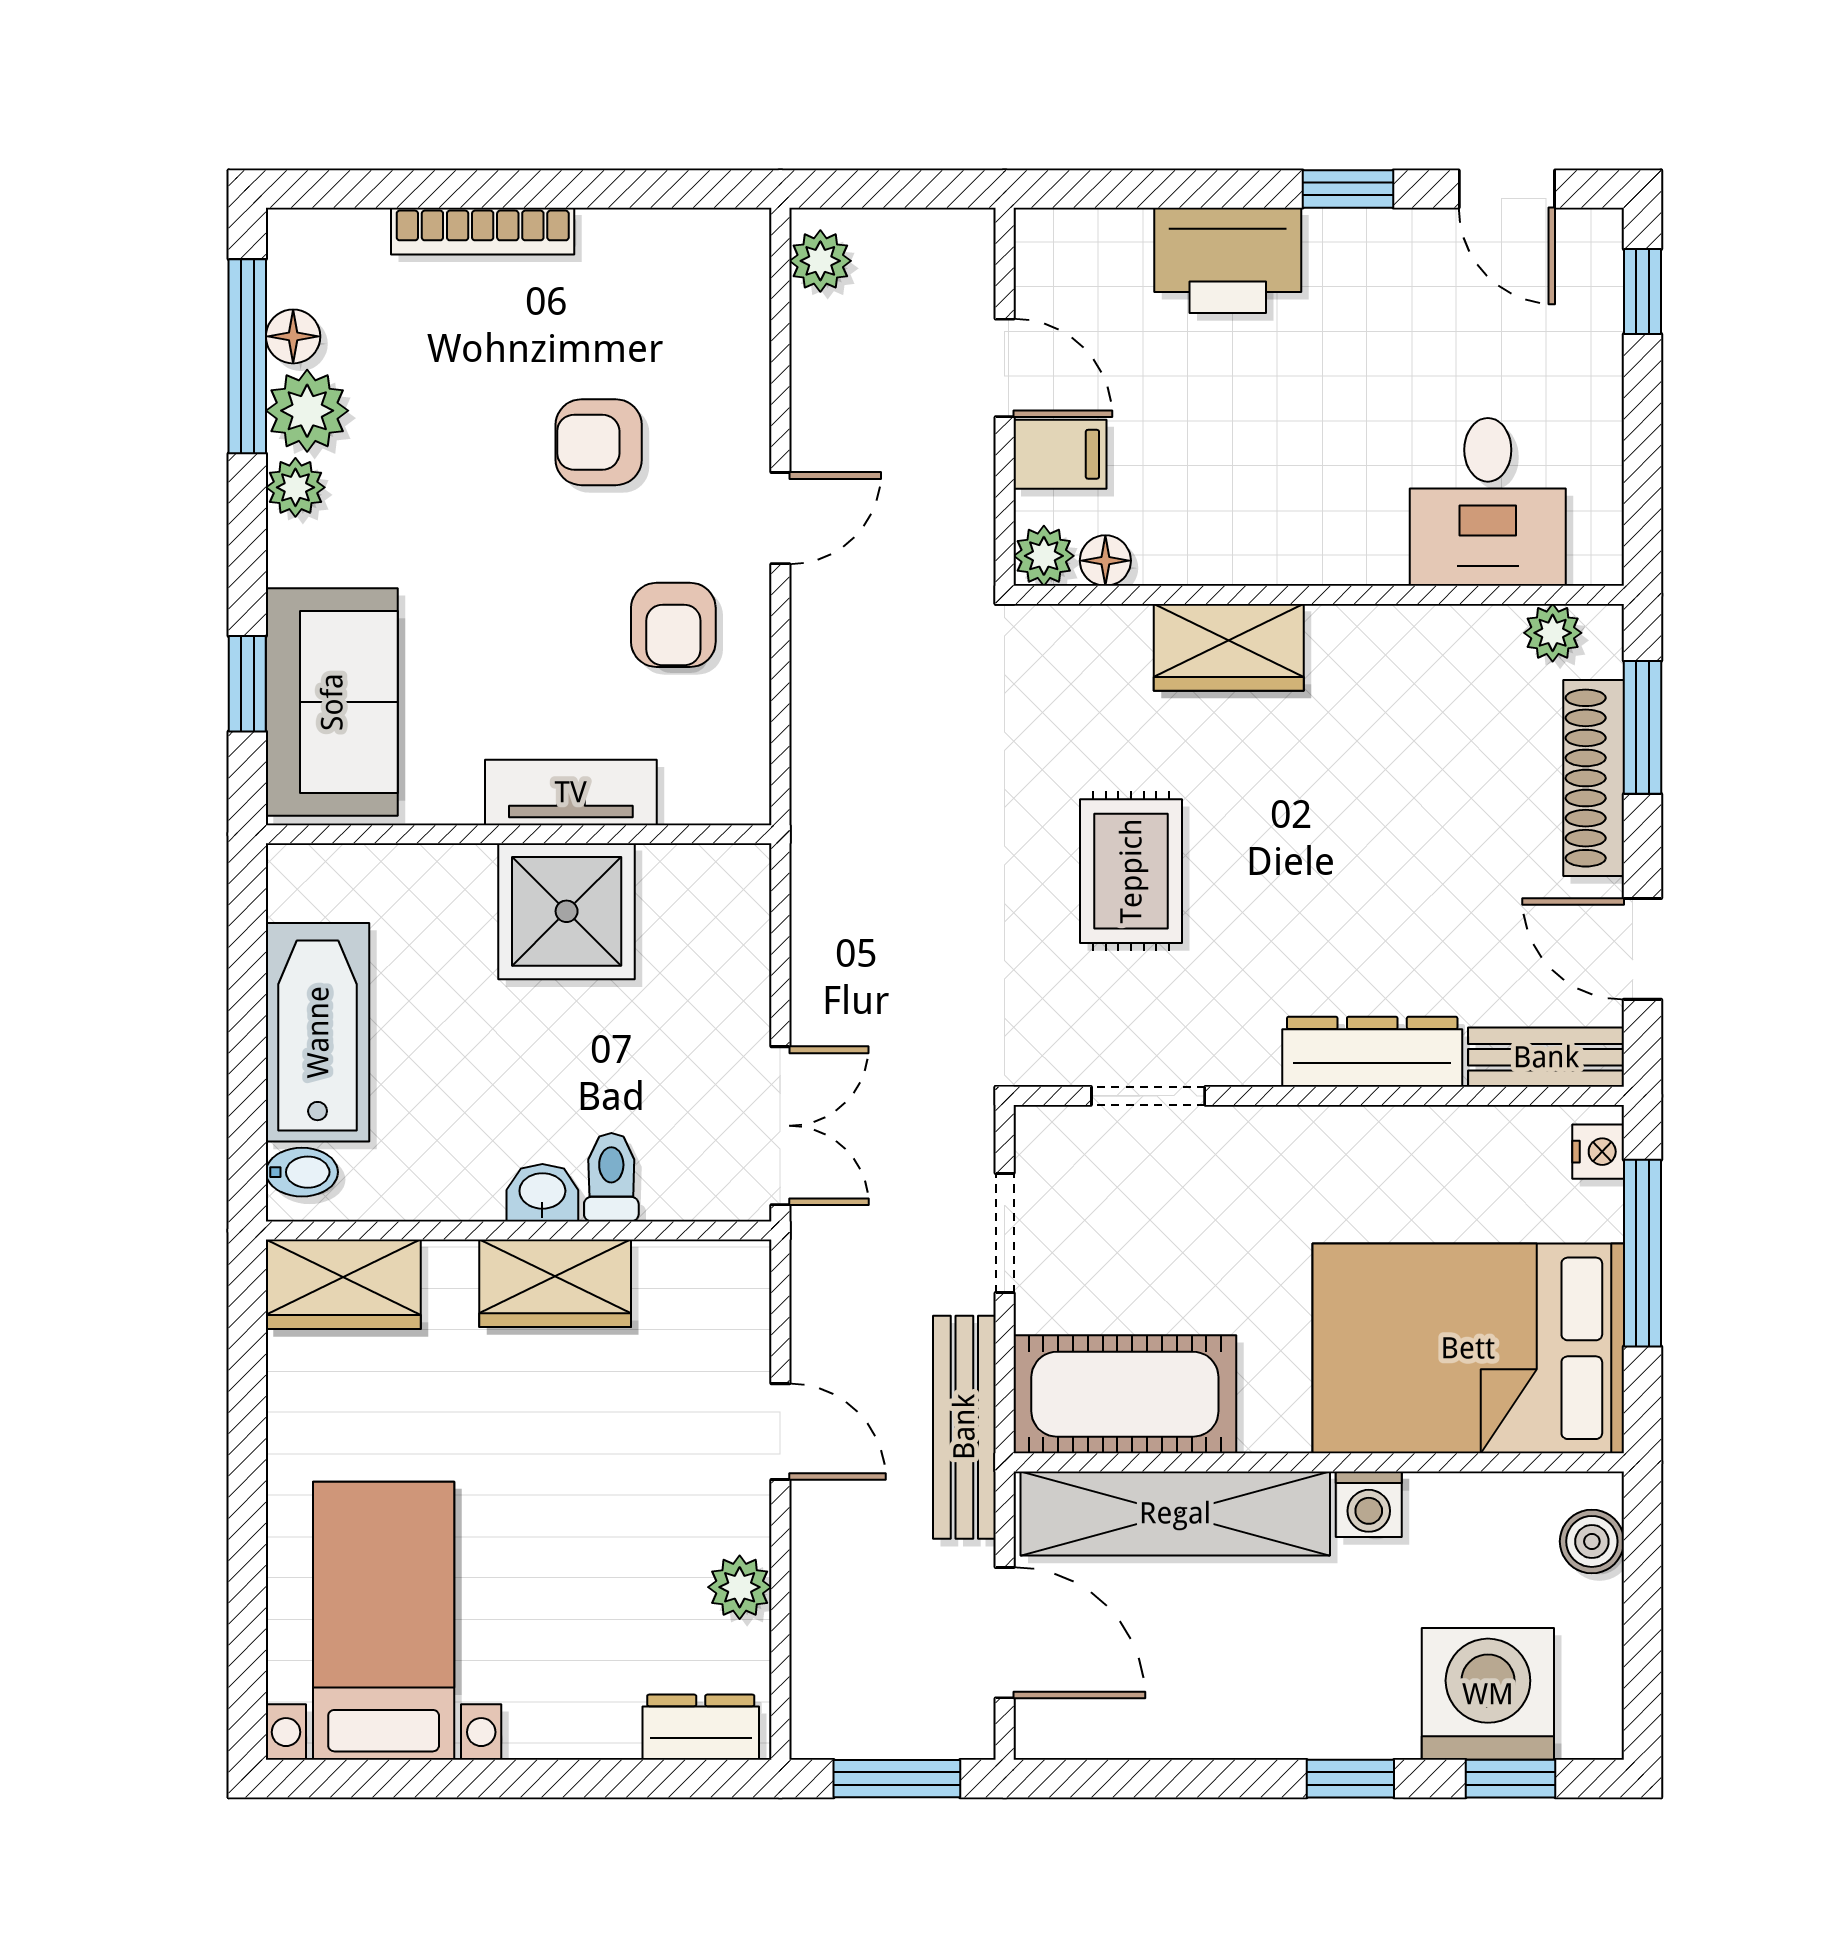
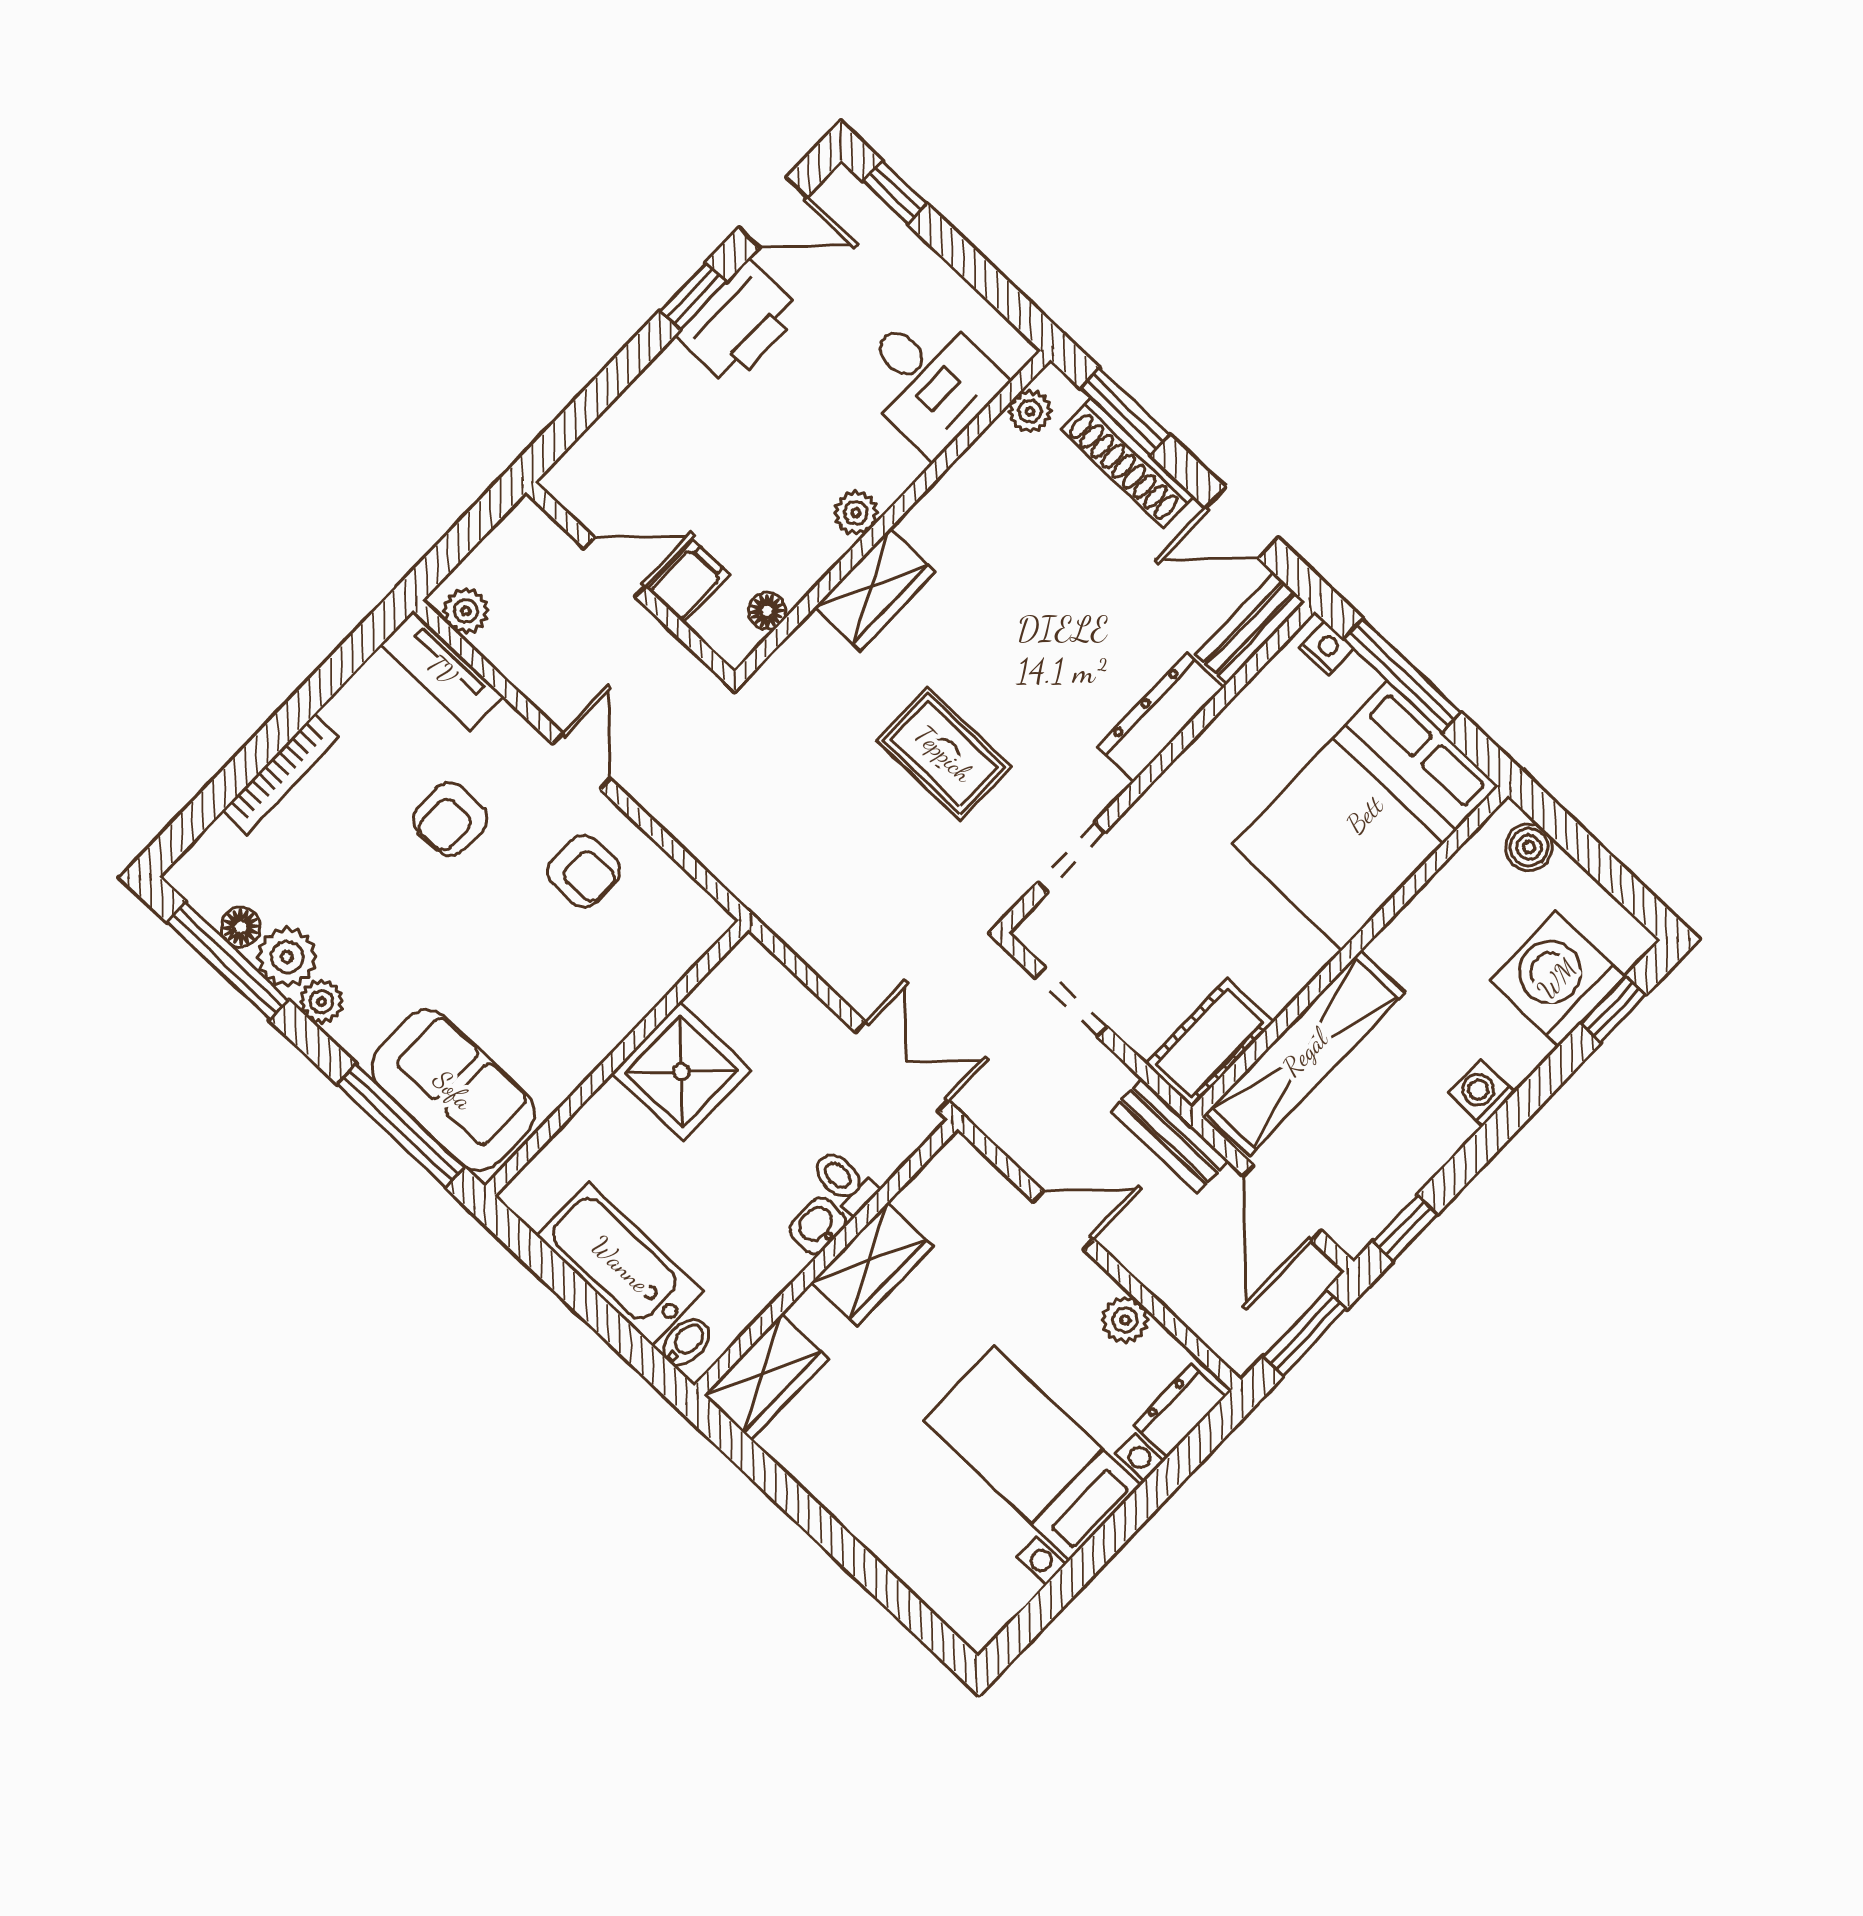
printer: (1228, 260) -> (739, 323), moved
plant: (1044, 556) -> (856, 513), moved
window: (247, 684) -> (401, 1126), width x2.17
tv unit: (571, 792) -> (442, 670), moved, turned -90
cot: (1125, 1394) -> (1210, 1043), width x0.73, depth x0.75
bench: (964, 1427) -> (1169, 1136), width x0.73
washing machine: (1369, 1504) -> (1482, 1093), moved, turned 180
bed with nightstands: (384, 1621) -> (1032, 1453), moved
door: (1005, 1633) -> (1282, 1203), swing flipped
window: (1350, 1779) -> (1405, 1228), moved

